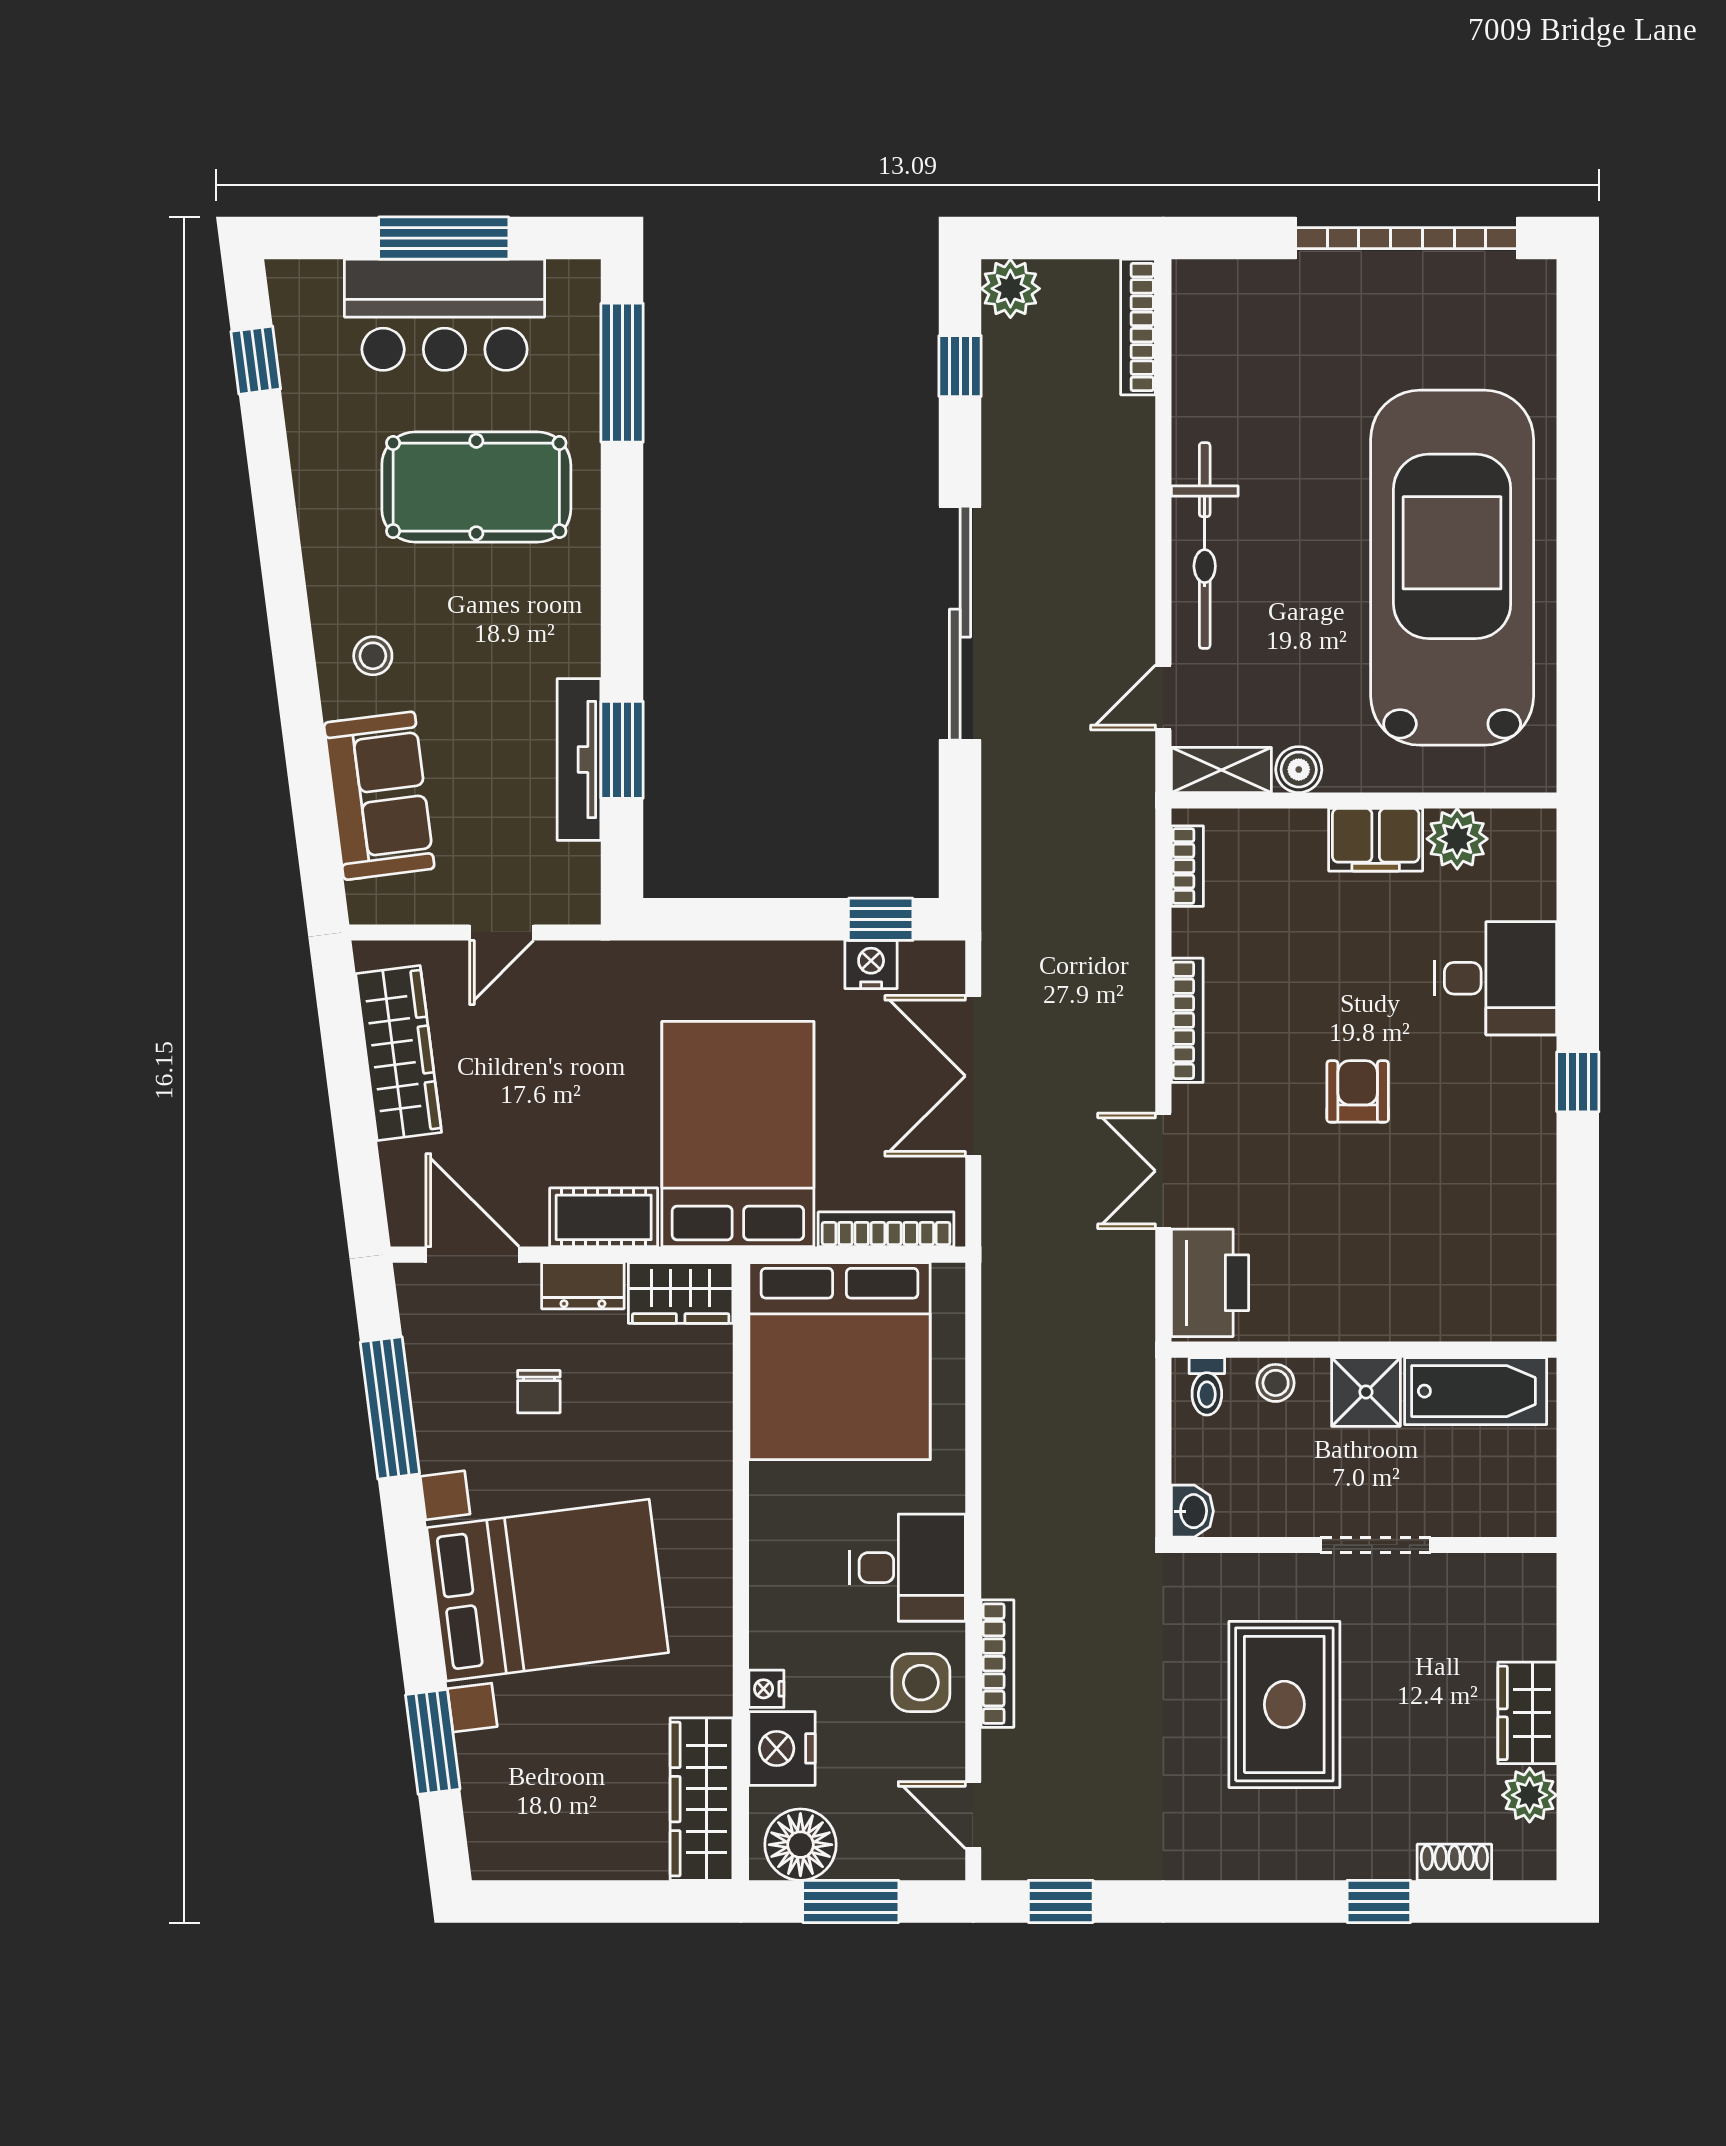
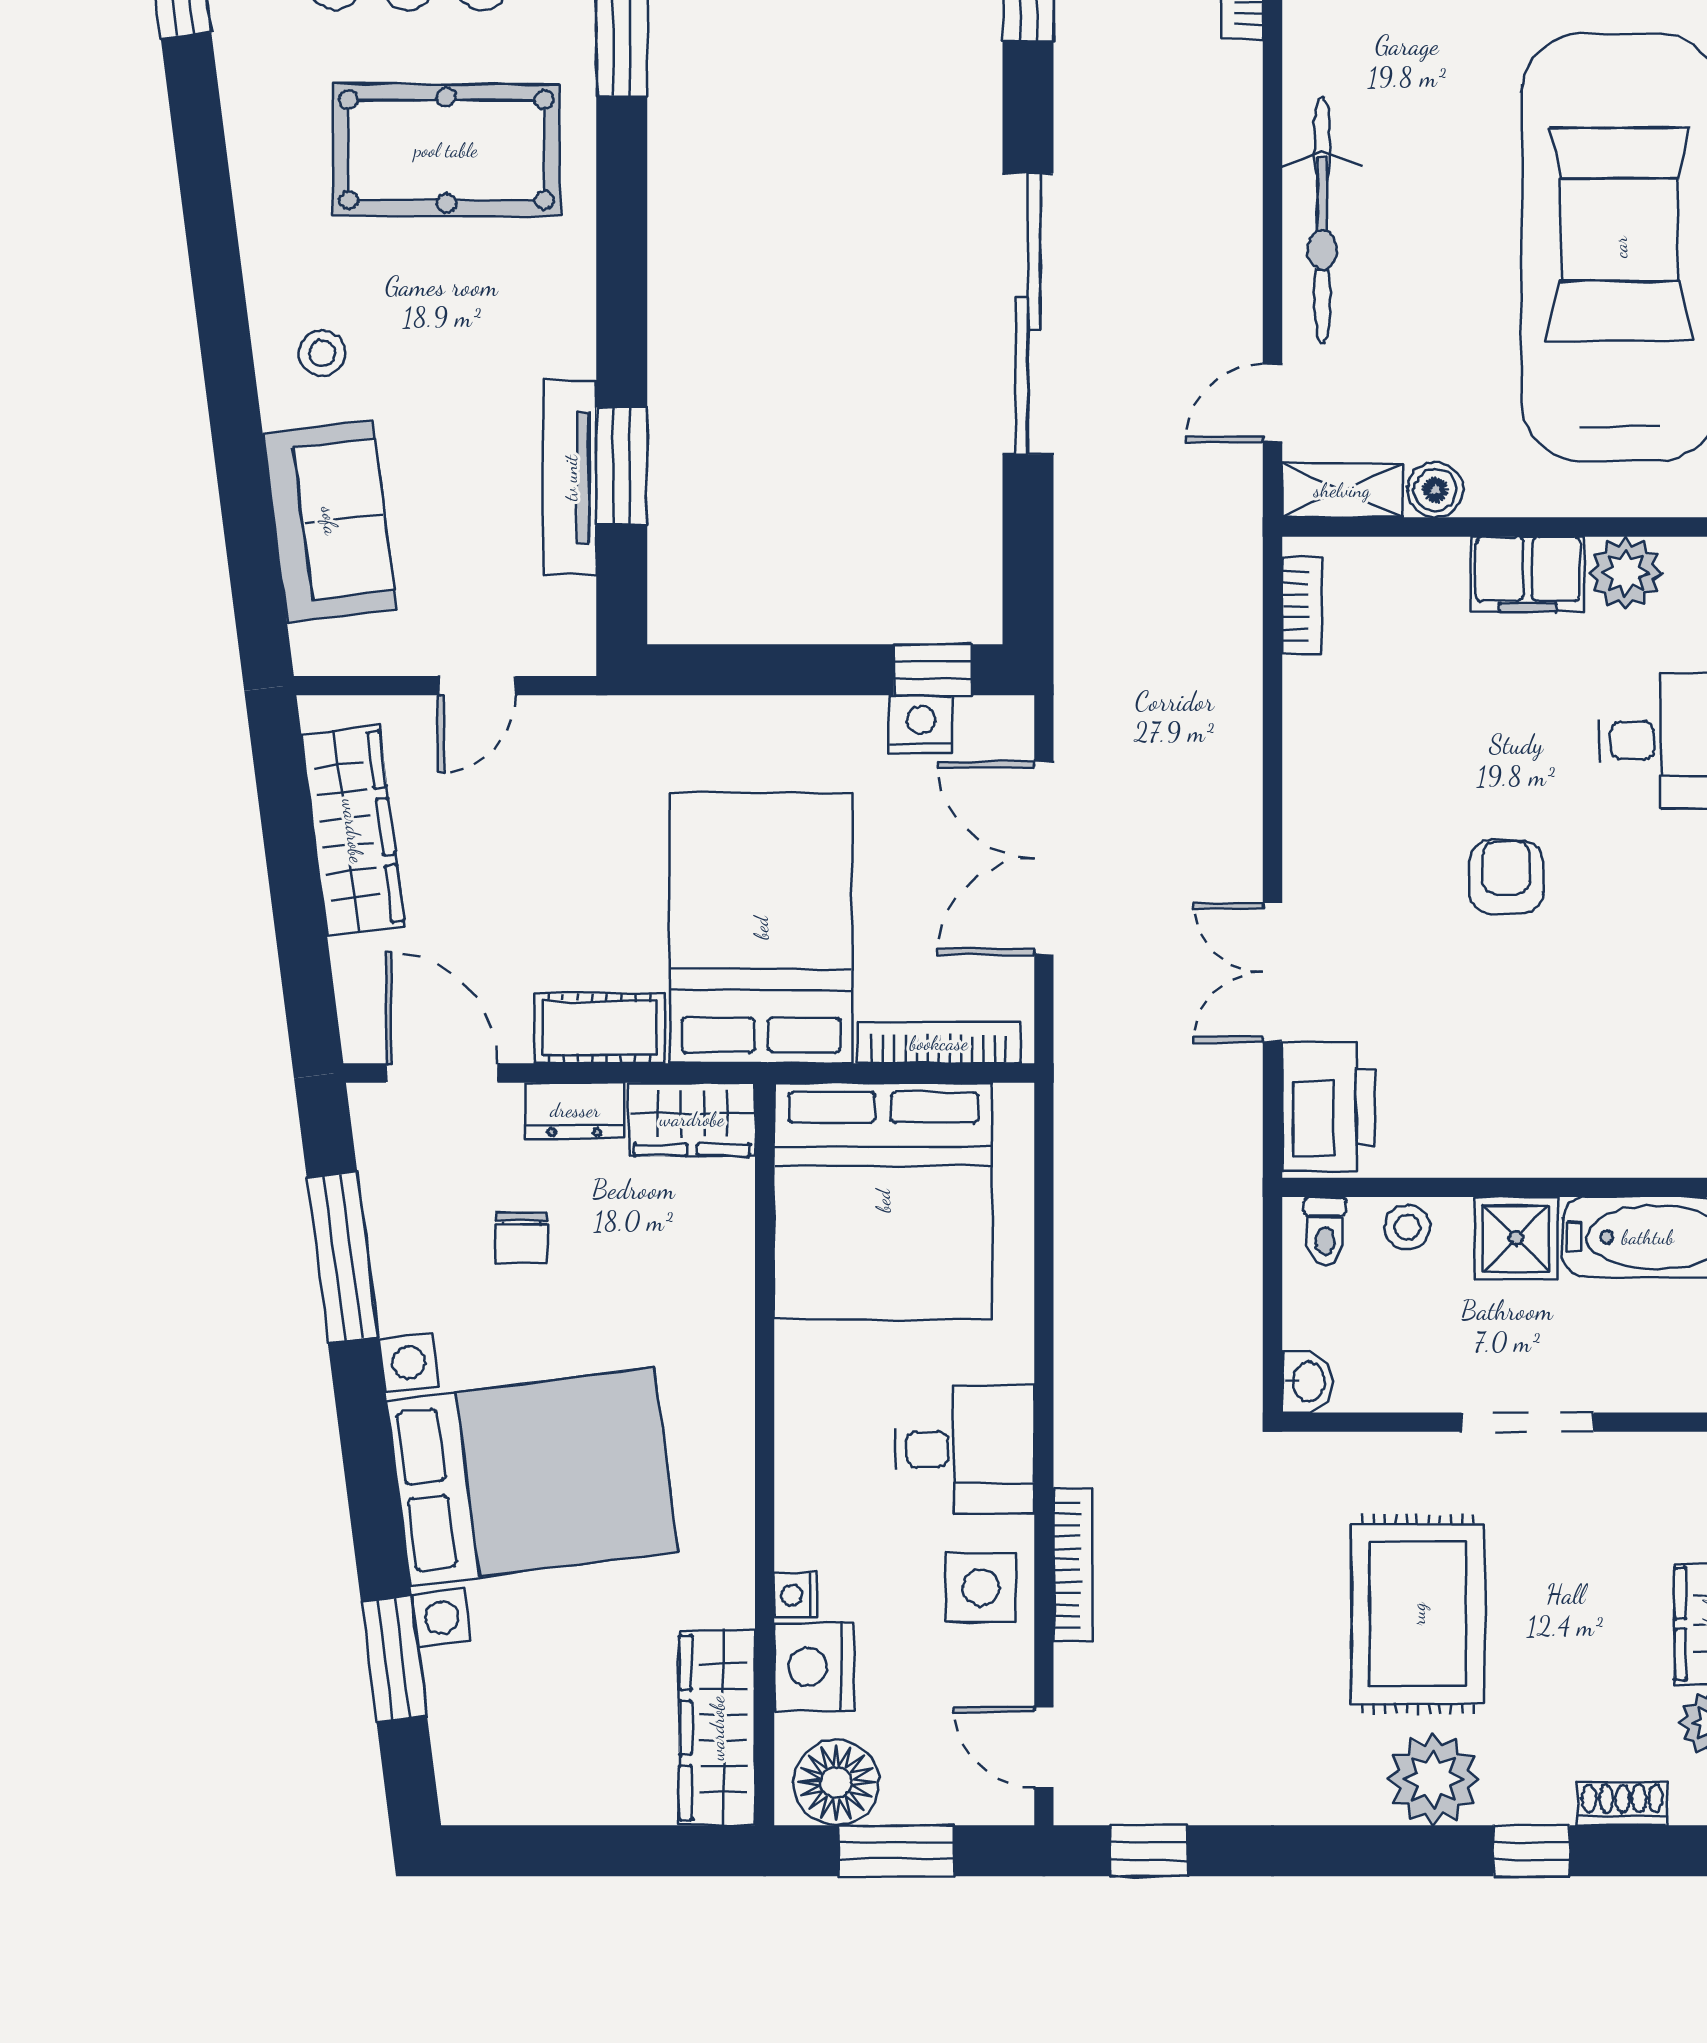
bookcase: (1187, 1020) -> (1301, 791), removed
plant: (1297, 1842) -> (1433, 1779), added

